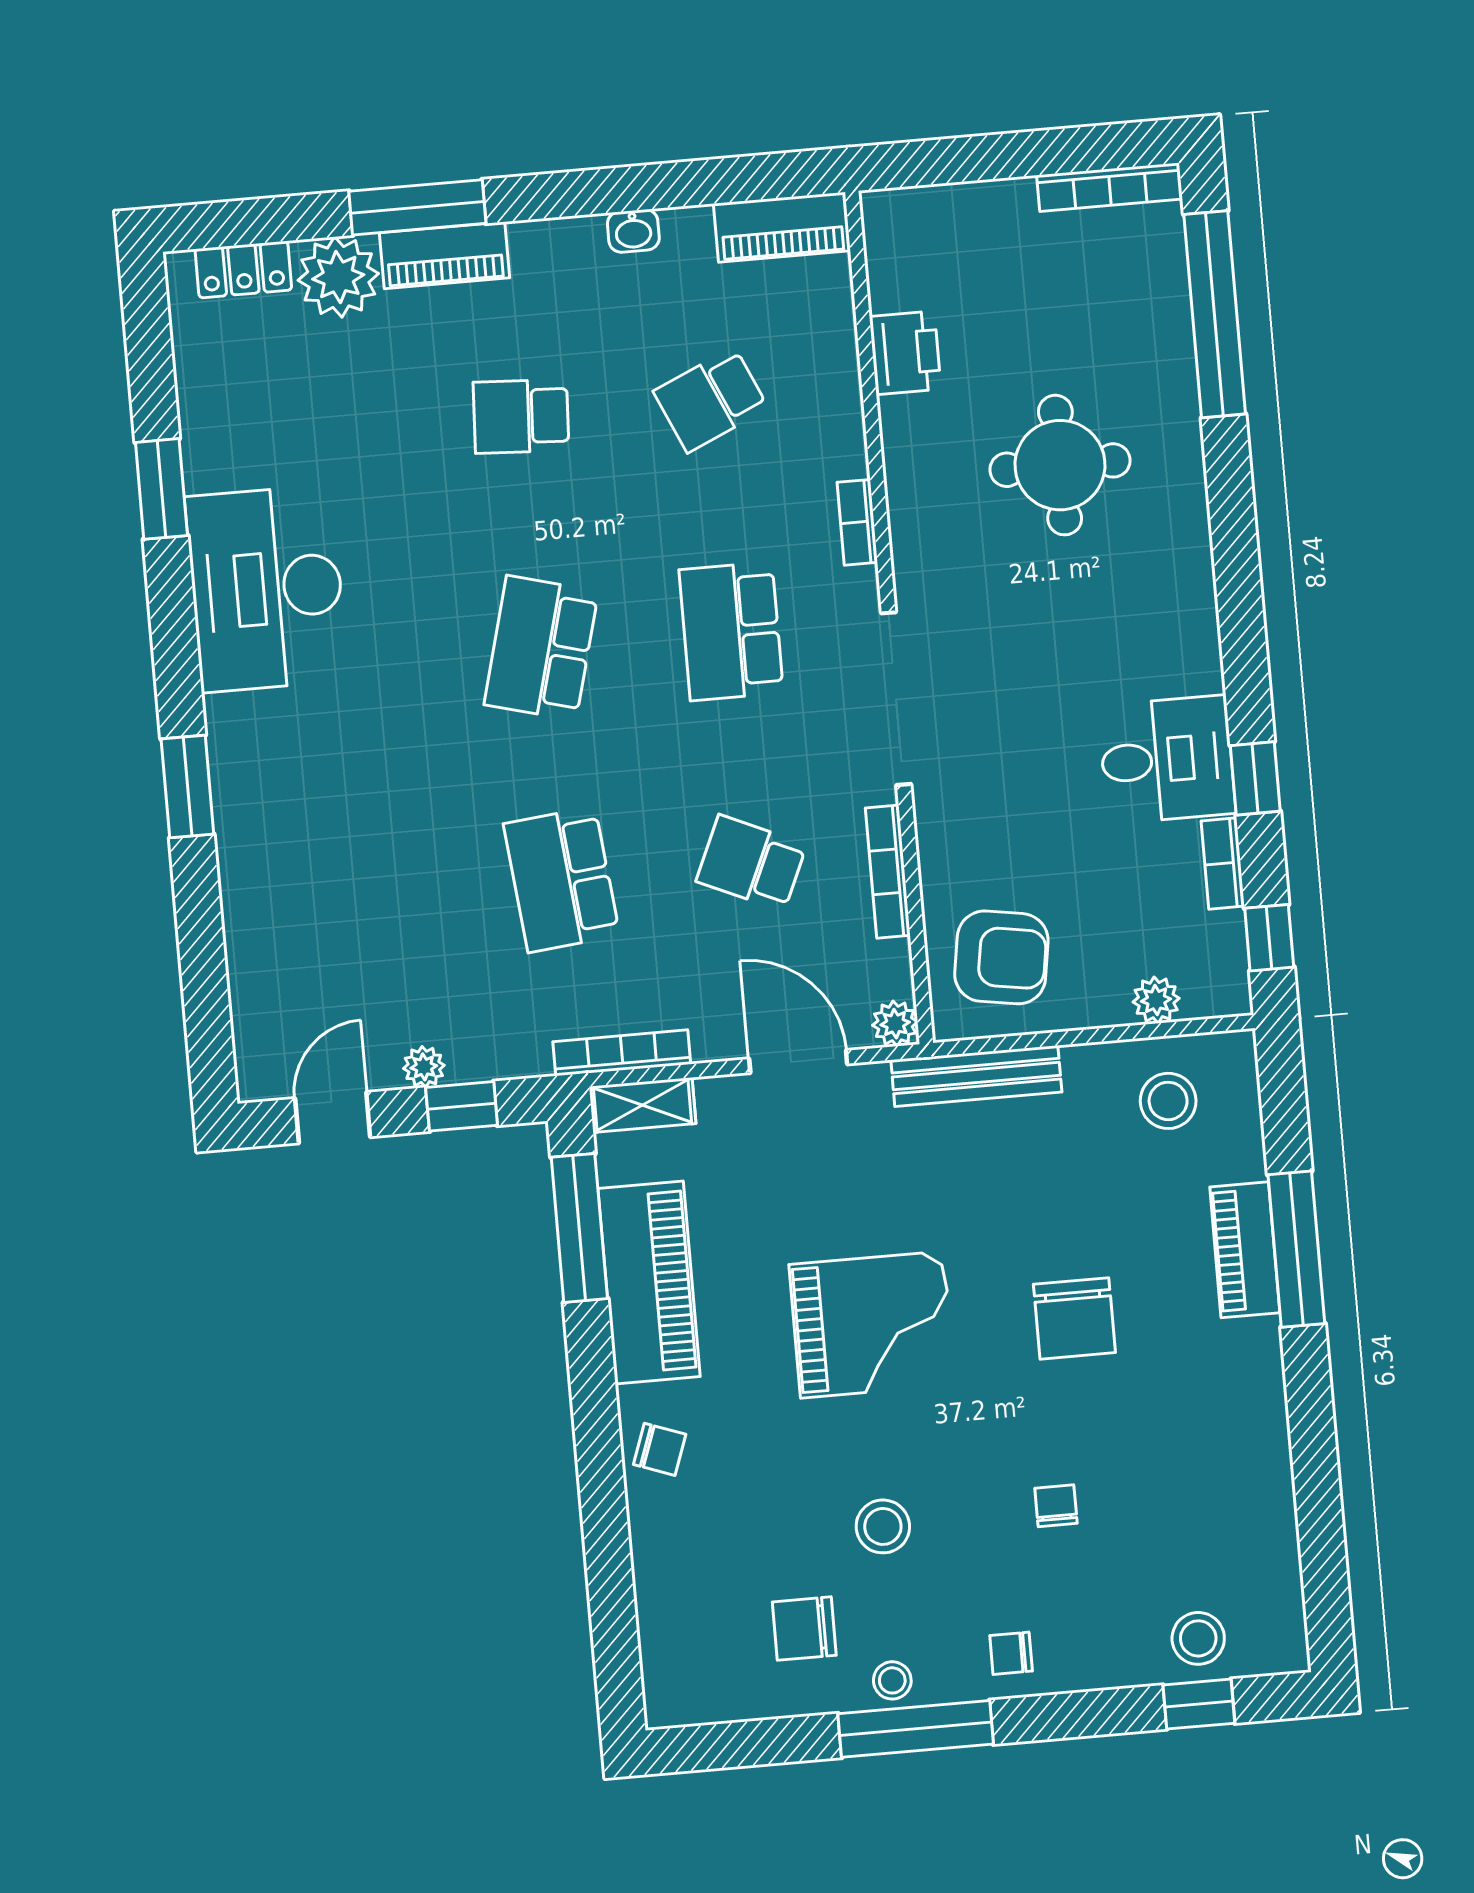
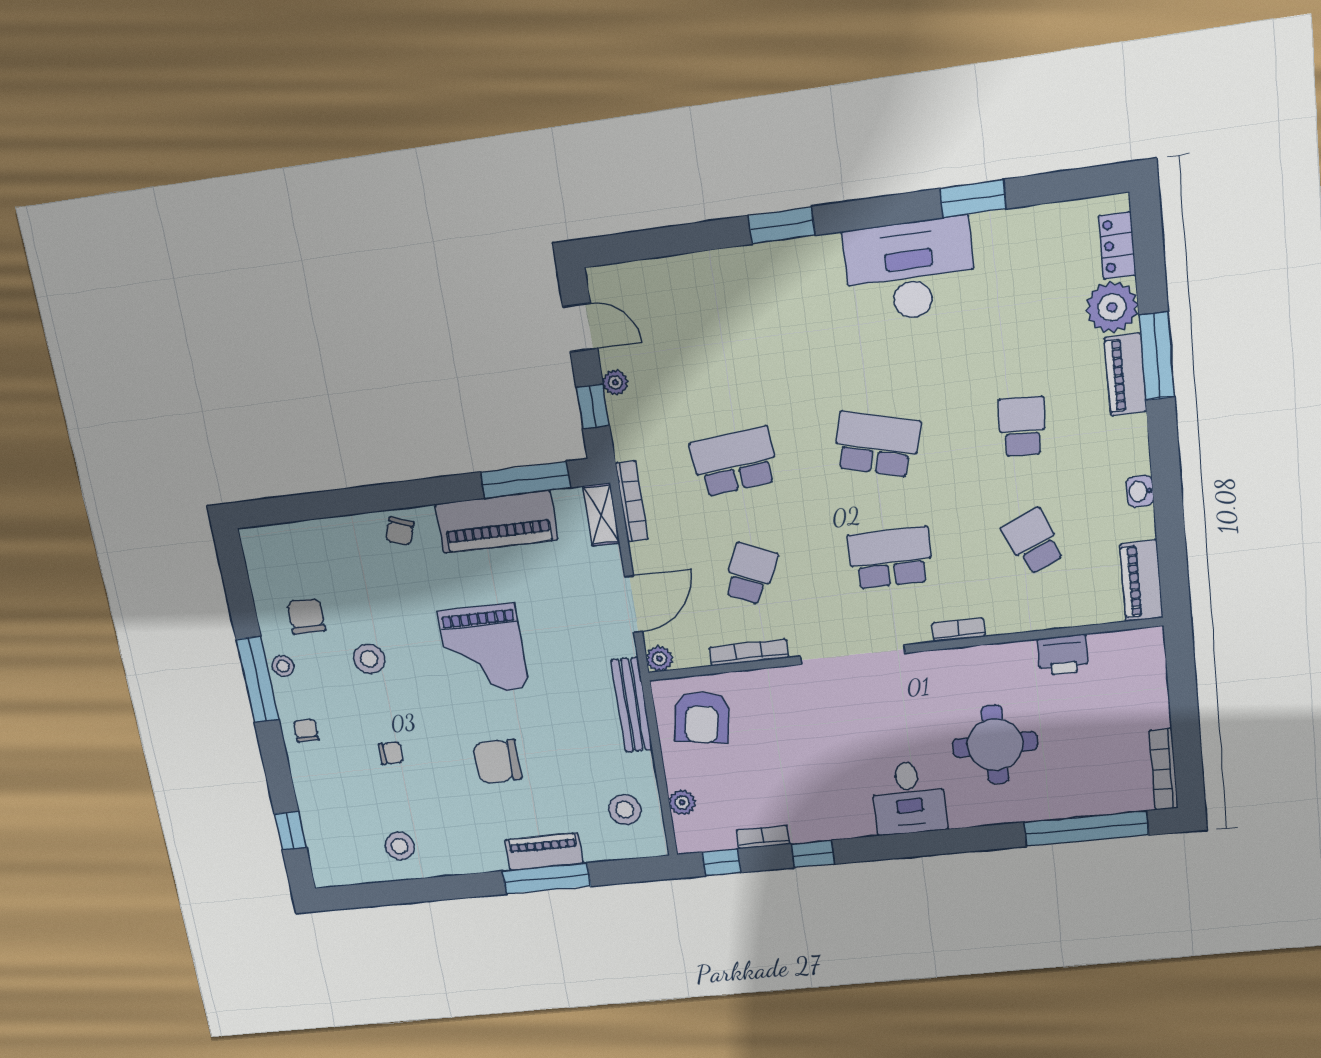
desk: (1167, 759) -> (909, 798), moved
stool: (1198, 1638) -> (400, 846), moved

